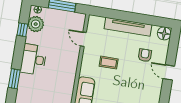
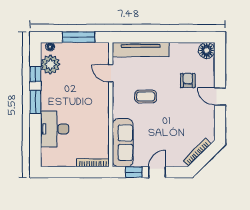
tv unit: (128, 27) -> (141, 50), moved
desk: (33, 59) -> (55, 129), moved
window: (14, 79) -> (35, 102), moved

